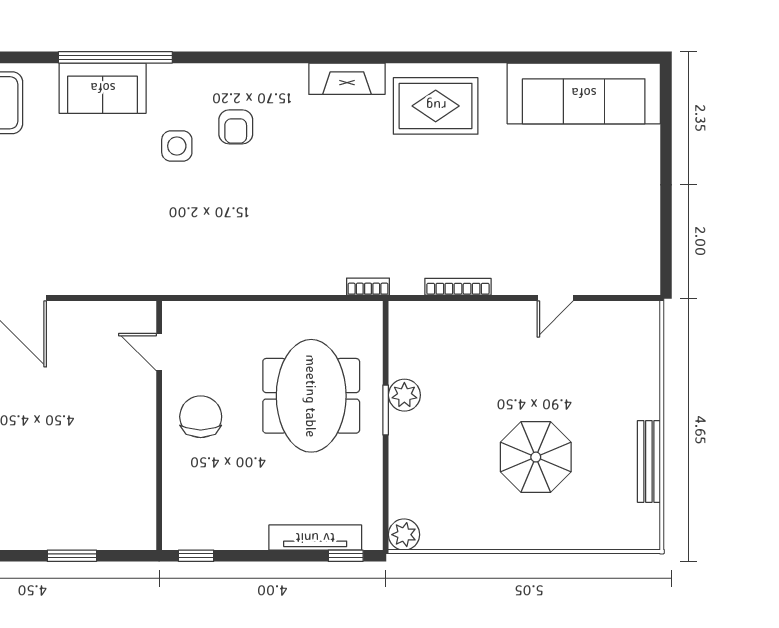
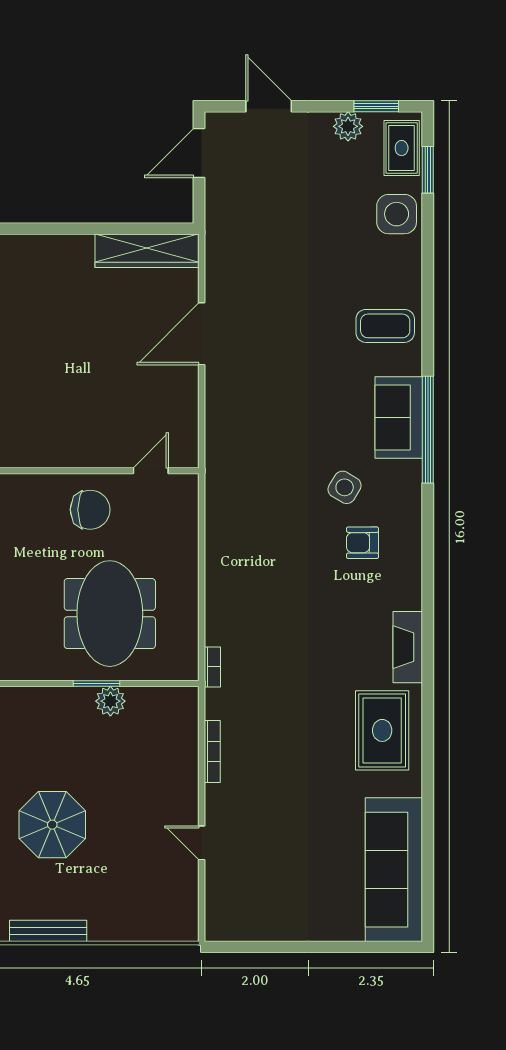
side table: (177, 146) -> (345, 487), turned 31
meeting table: (311, 396) -> (110, 614), turned 90

